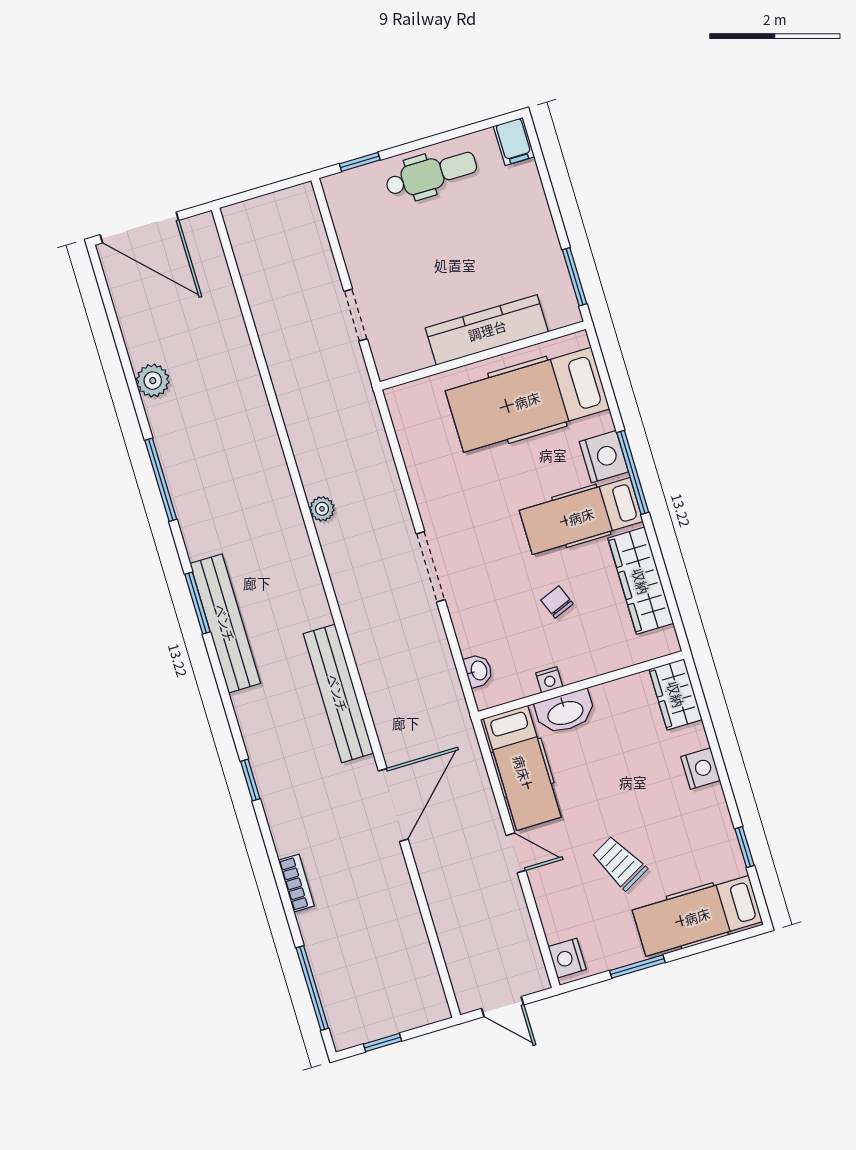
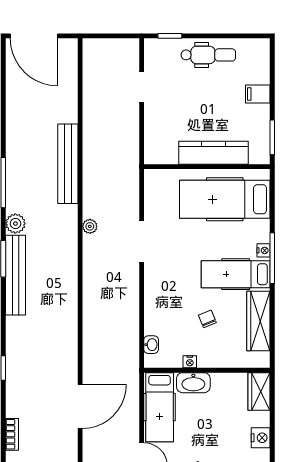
filing cabinet: (514, 141) -> (258, 94), moved, turned 90
doorway: (356, 315) -> (142, 87), moved
plant: (153, 381) -> (15, 224), moved
nightstand: (604, 457) -> (264, 250), width x0.53, depth x0.56
doorway: (431, 567) -> (142, 242), moved
bench: (338, 693) -> (68, 164), moved

